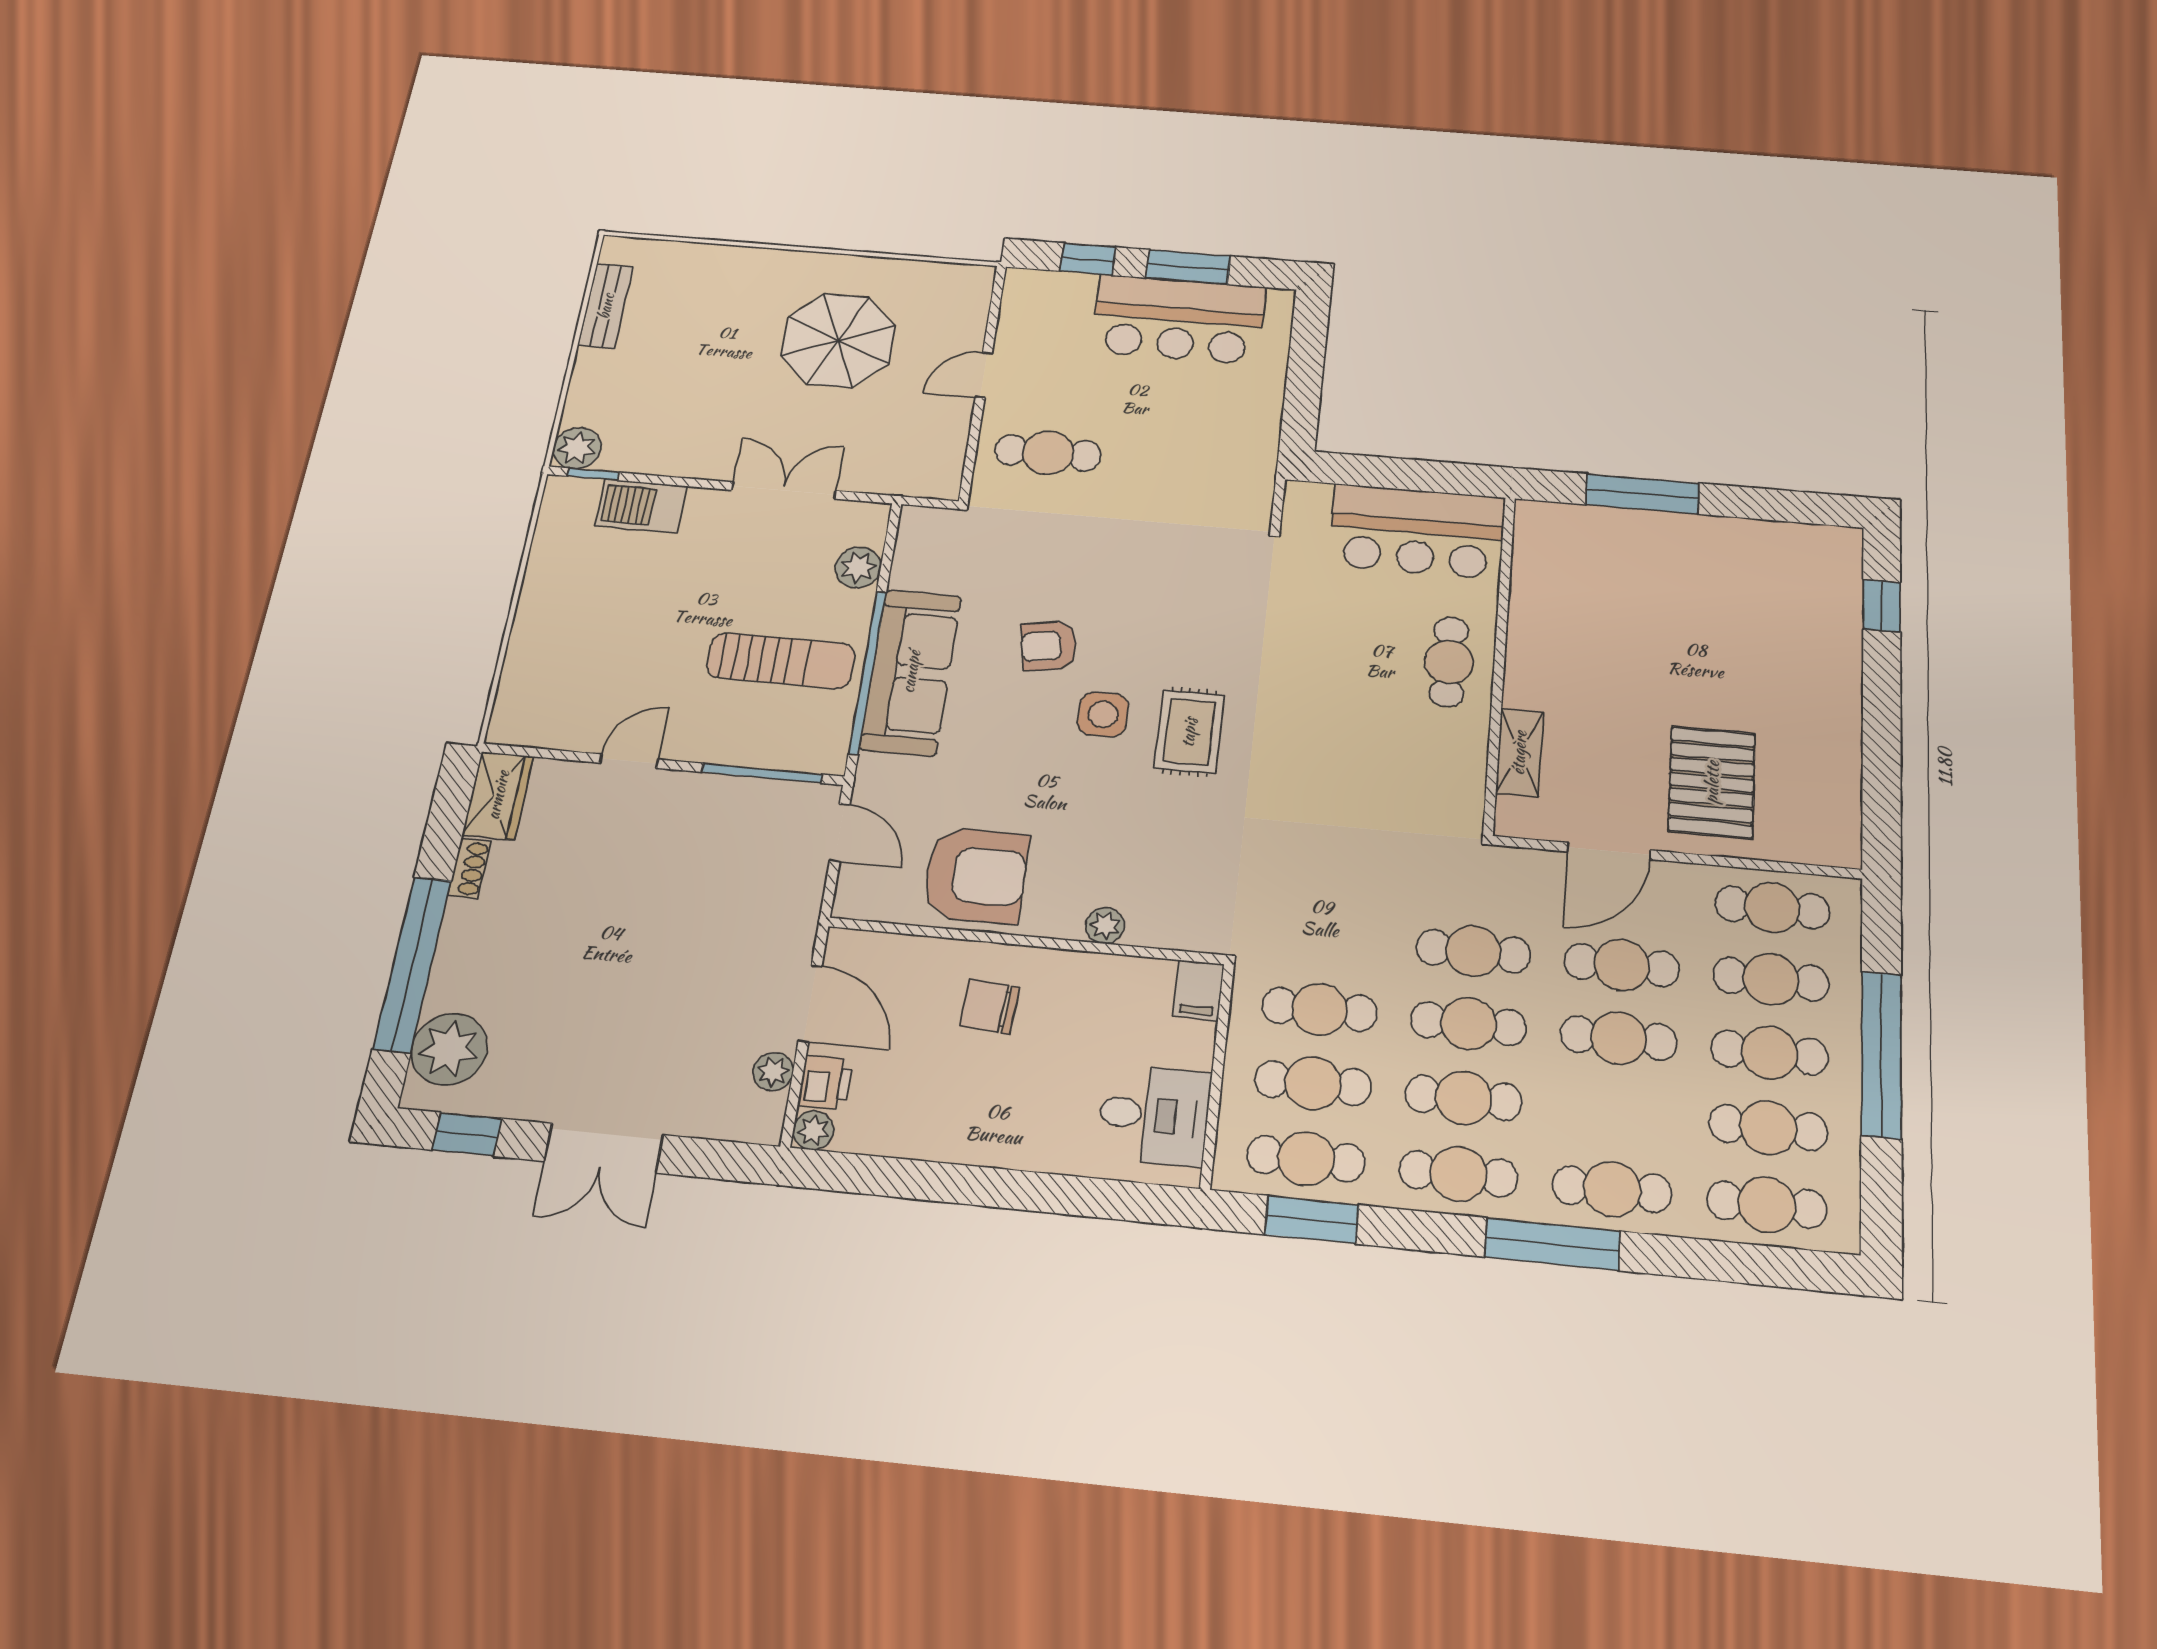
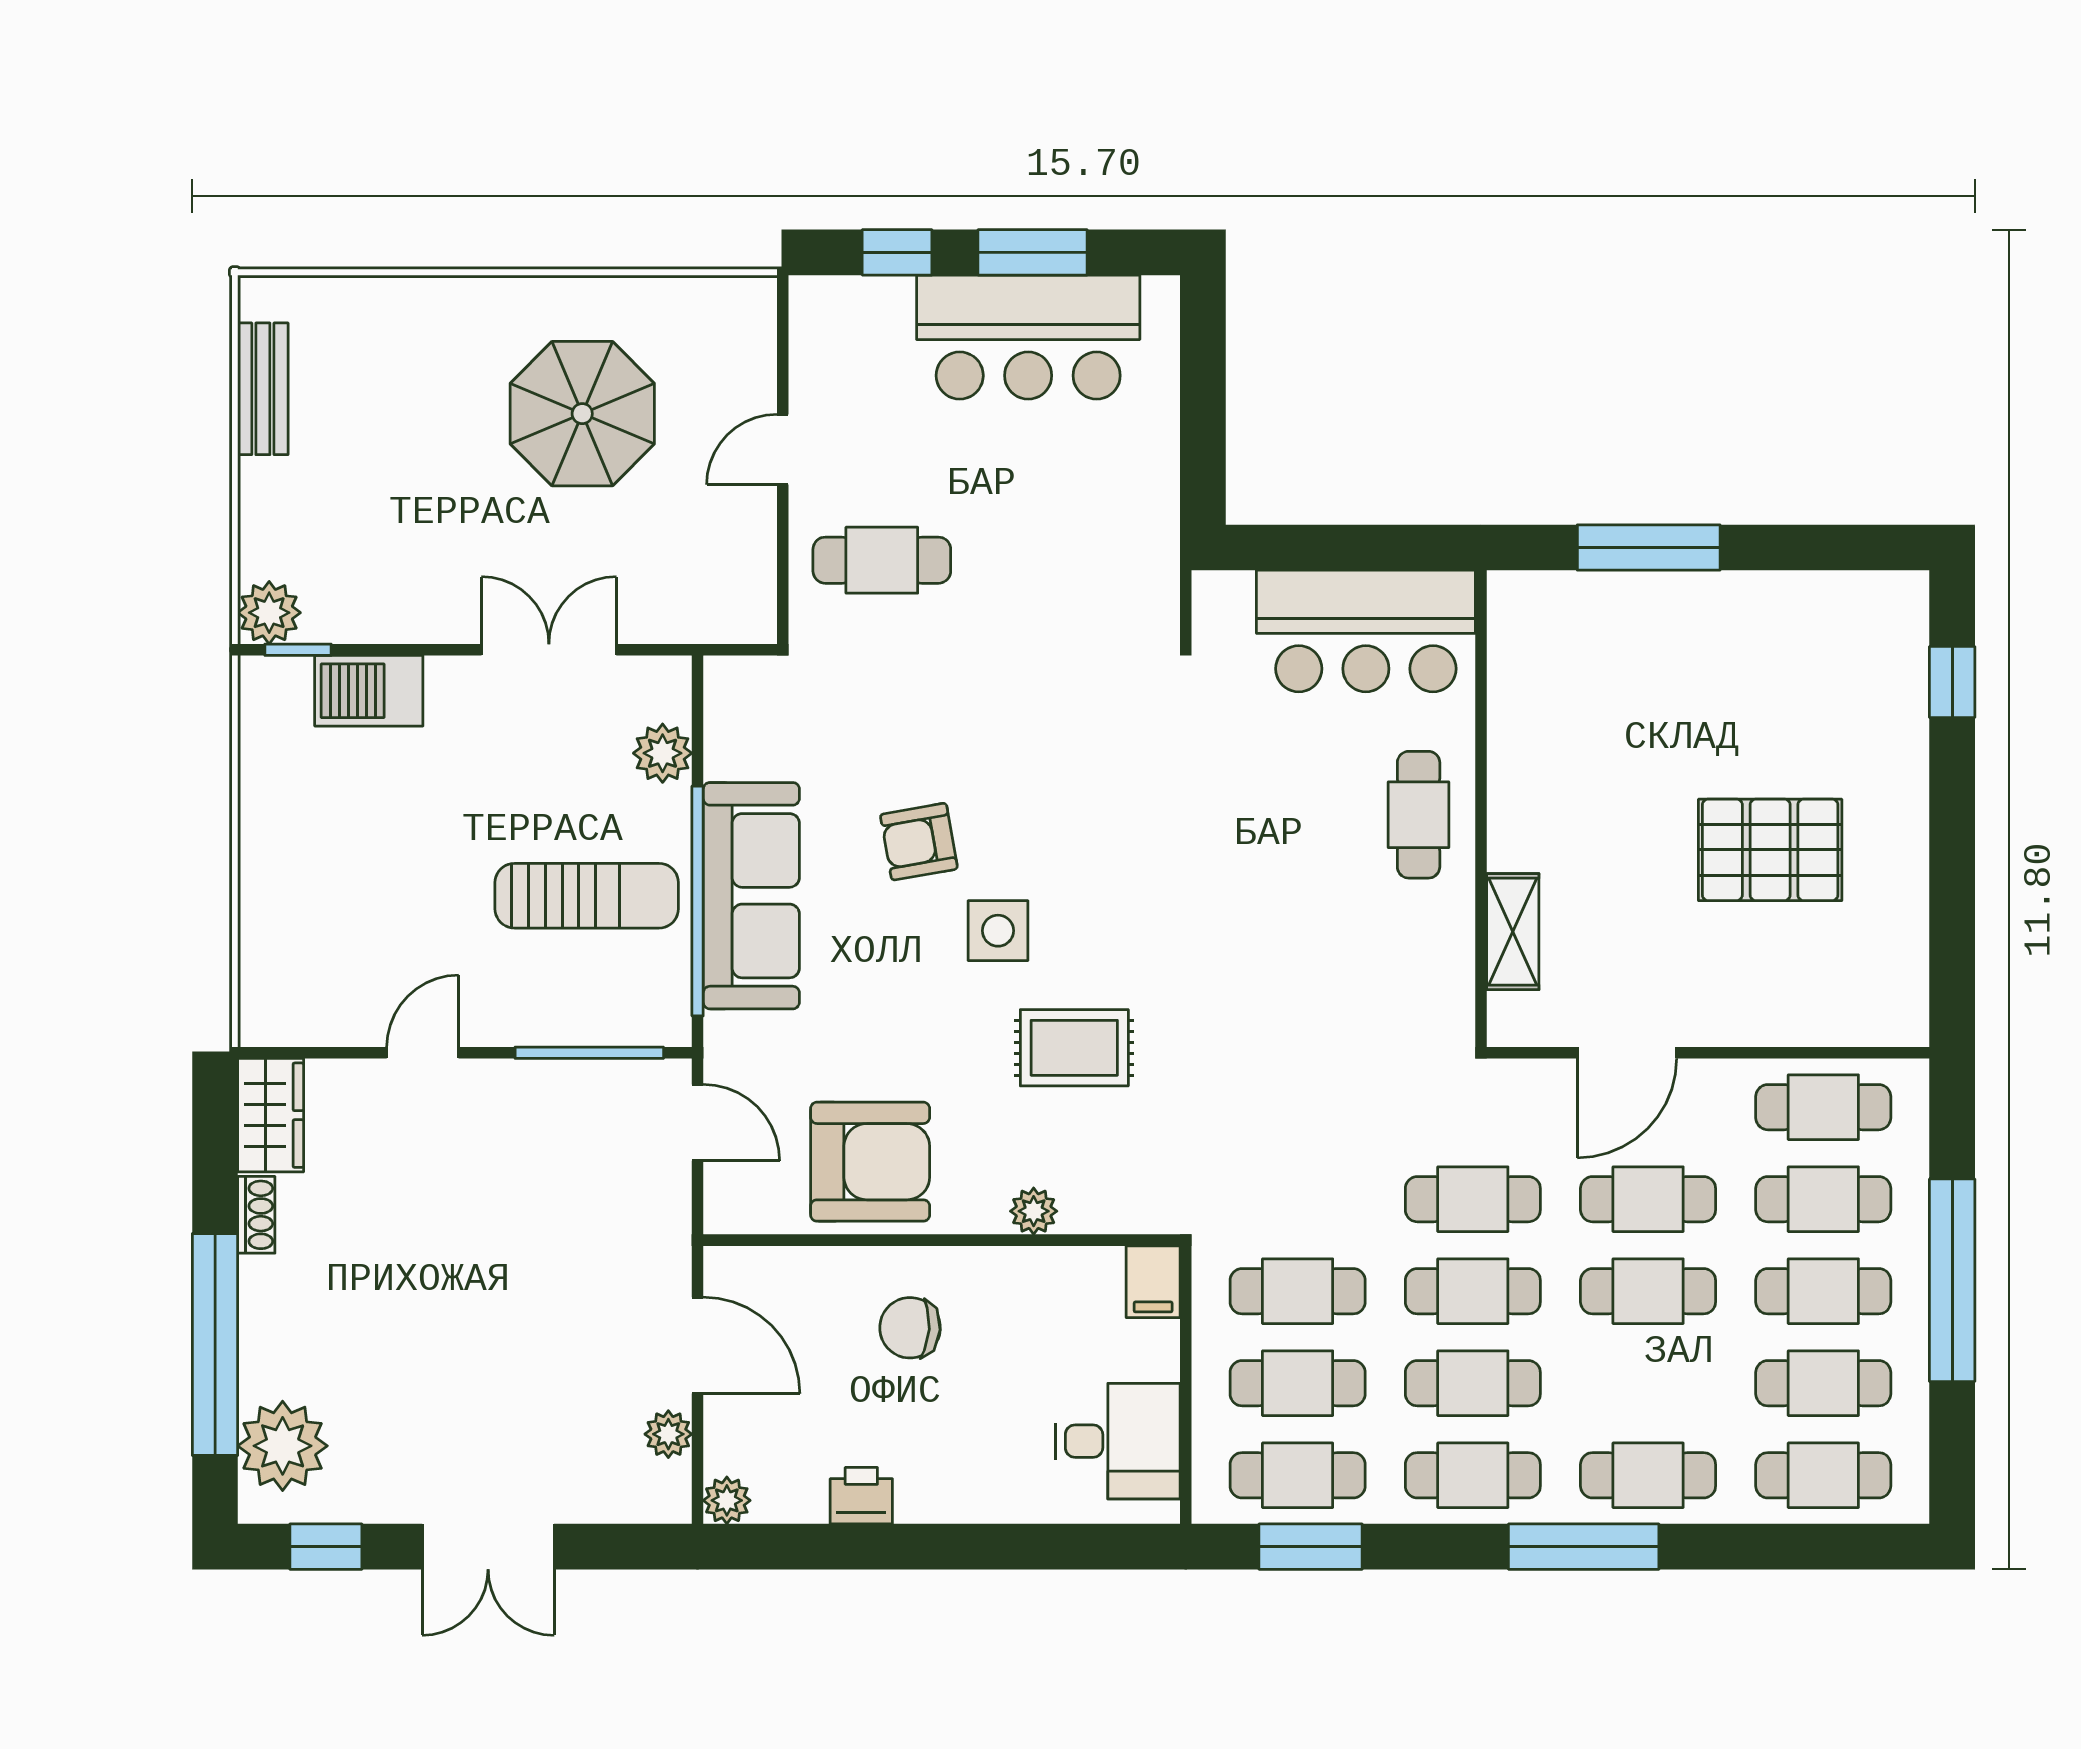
rug: (1189, 732) -> (1074, 1048), moved, turned 90
pallet: (1712, 782) -> (1770, 850), moved, turned 90
printer: (825, 1083) -> (861, 1496), moved, turned -90

